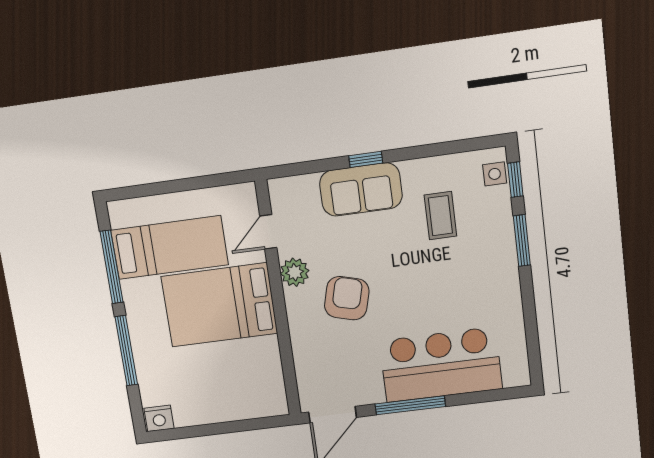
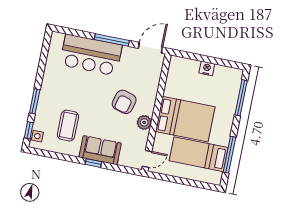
coffee table: (440, 216) -> (68, 126), width x1.36, depth x1.30
door: (268, 232) -> (147, 159), moved
window: (126, 351) -> (241, 98), moved
nightstand: (159, 418) -> (207, 68), moved

